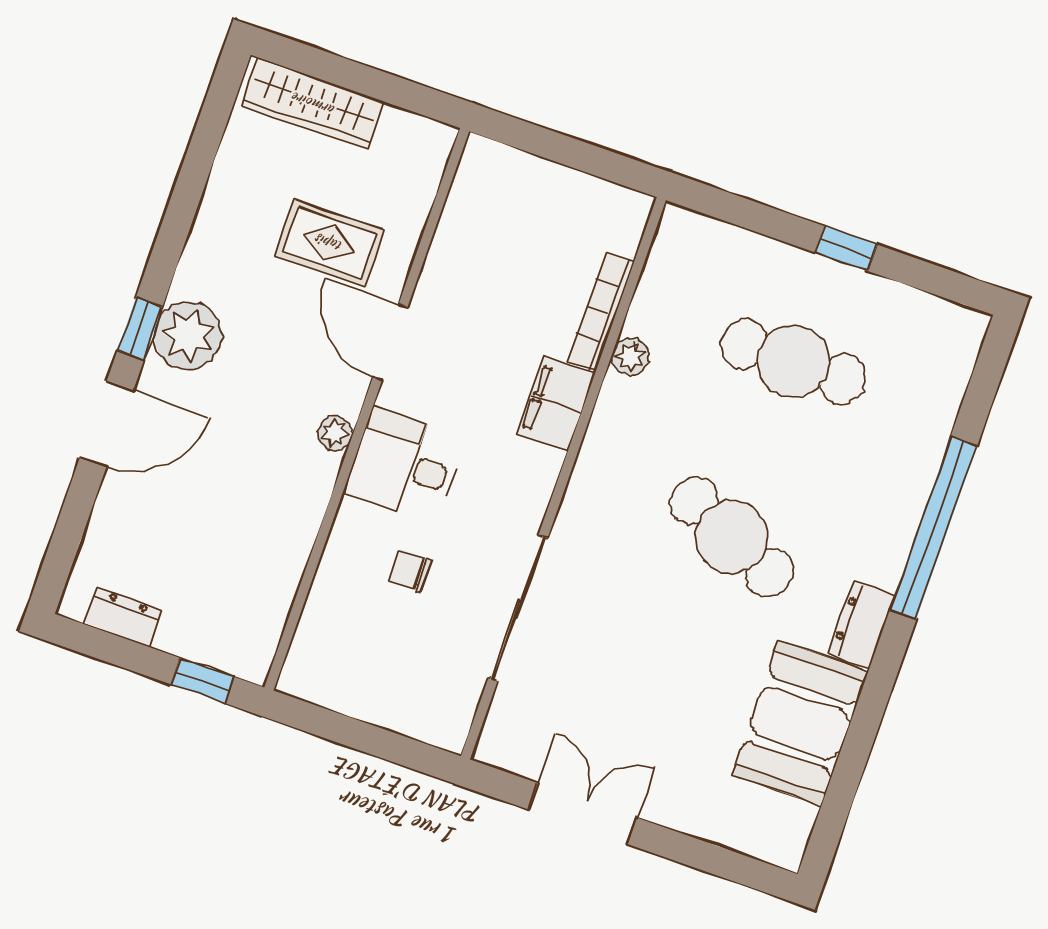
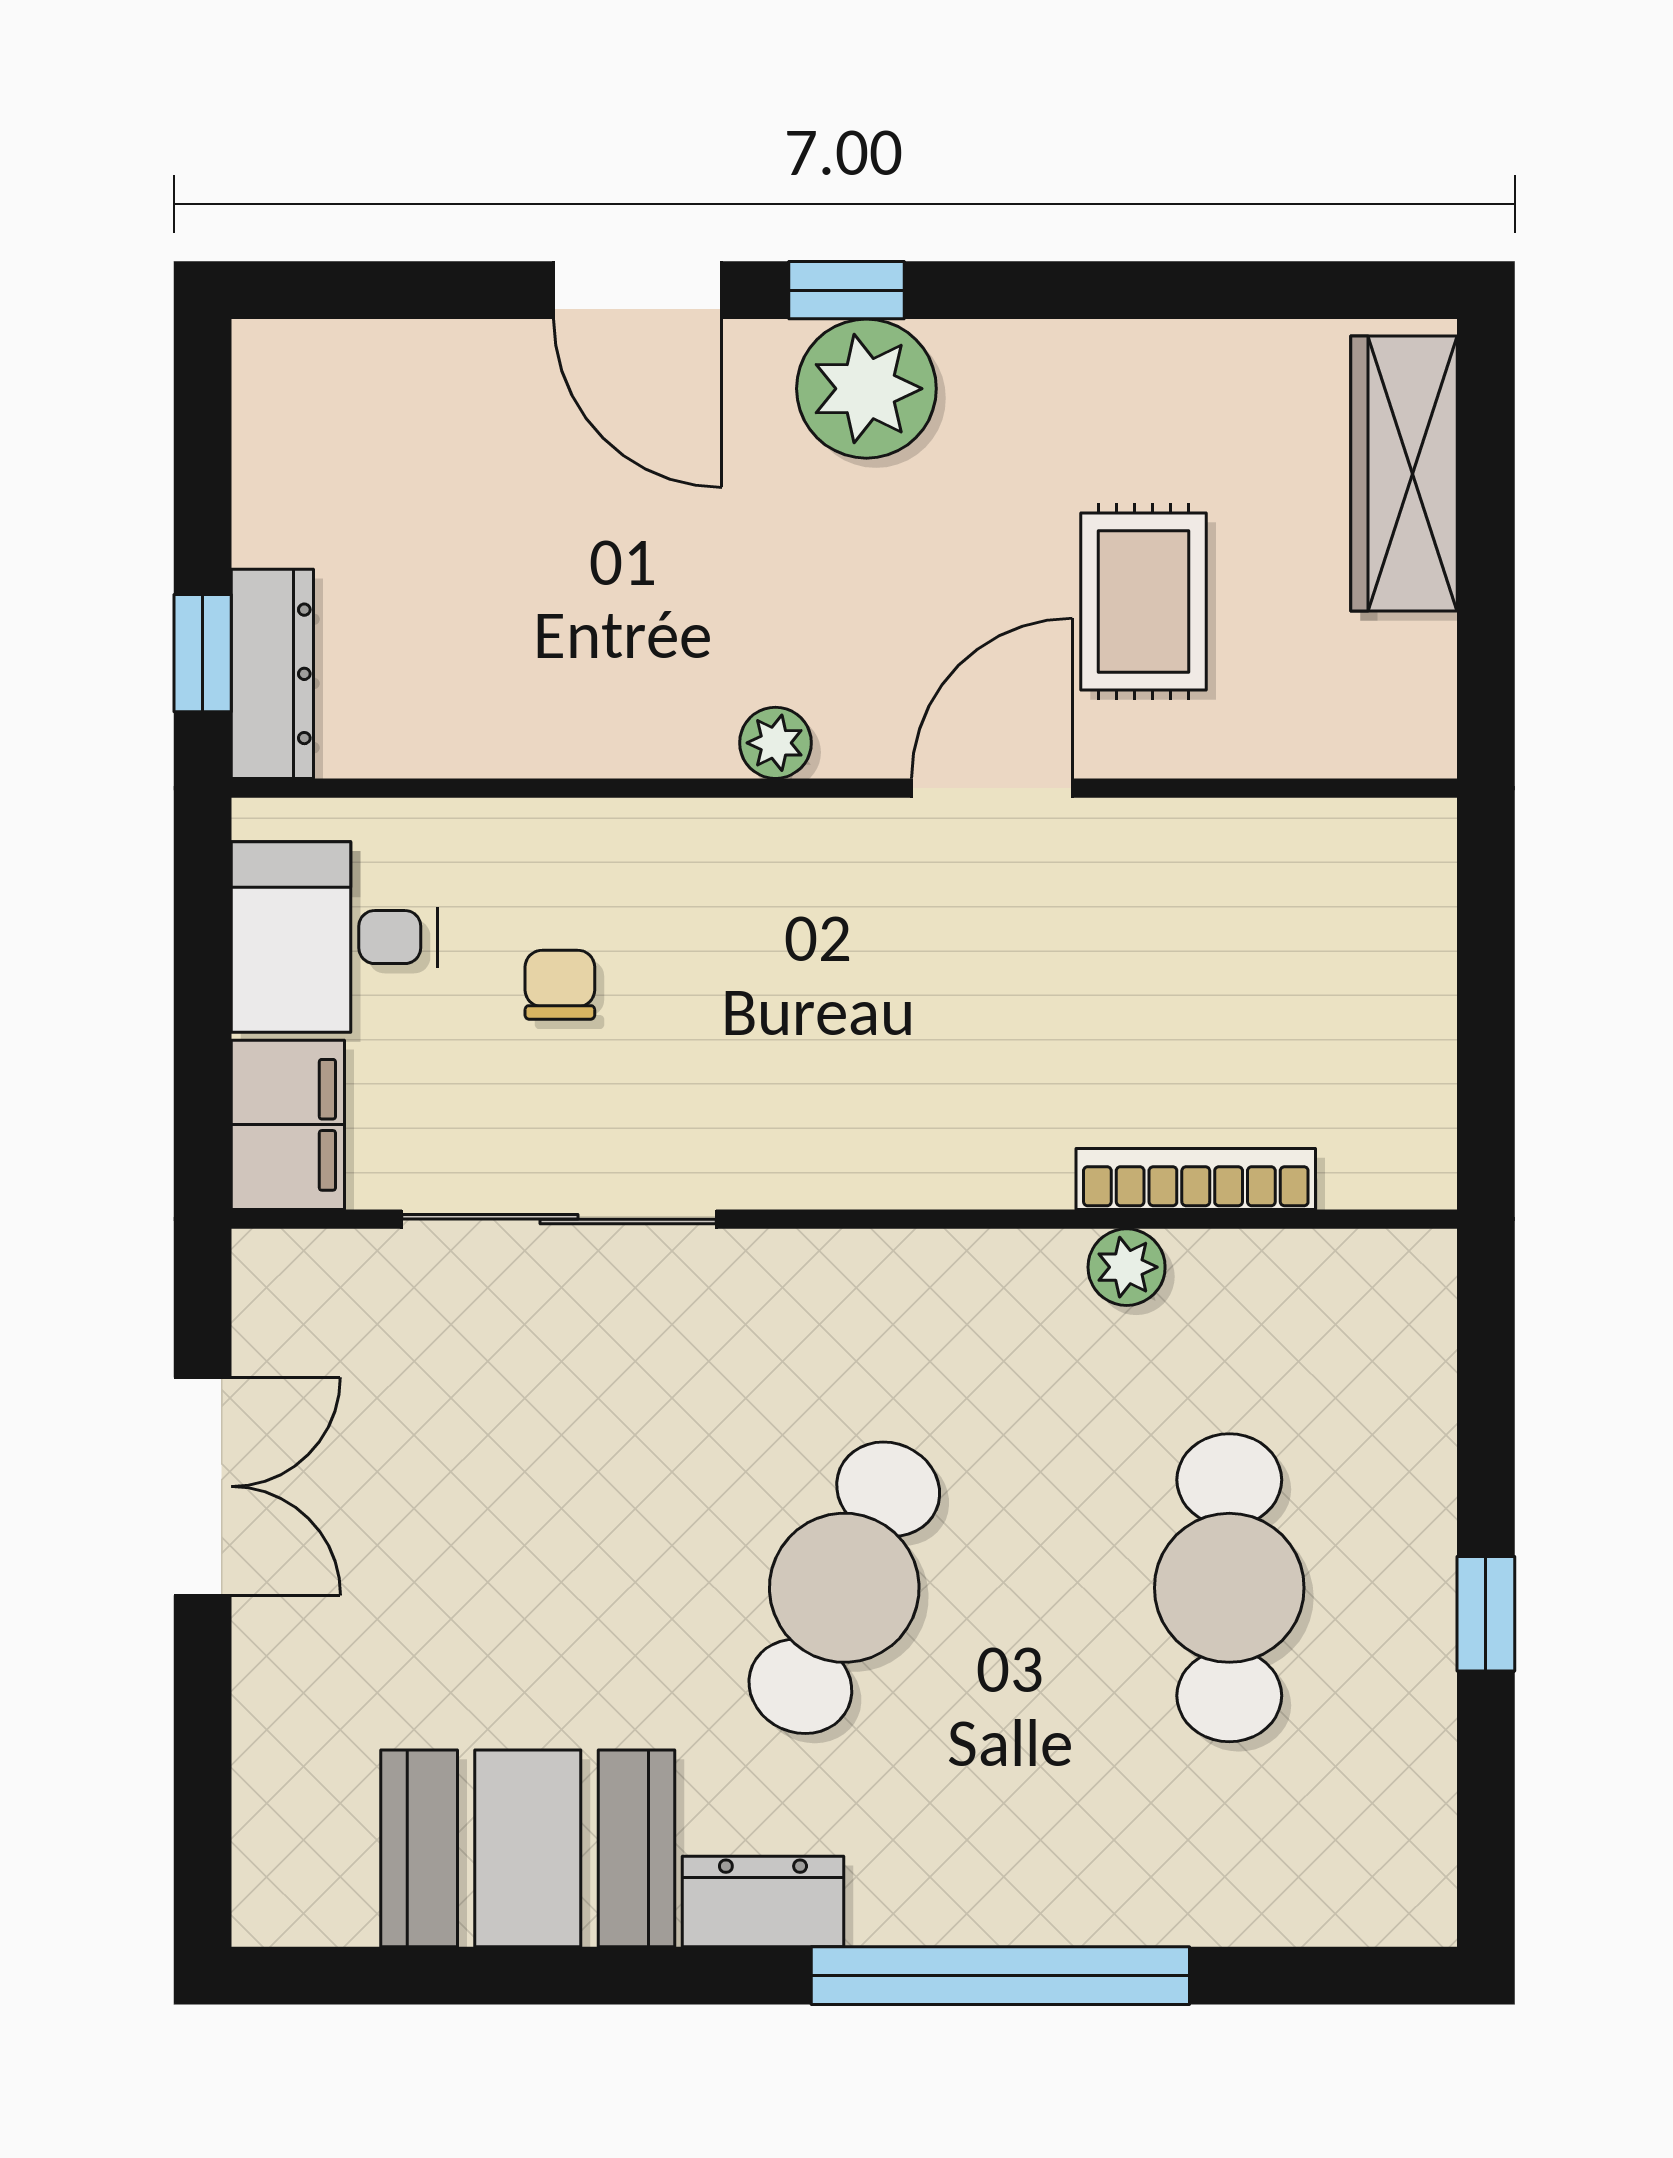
filing cabinet: (556, 404) -> (288, 1125), moved, turned 90
desk: (405, 465) -> (334, 937), moved, turned -90
dresser: (123, 617) -> (272, 674), moved, width x1.44

